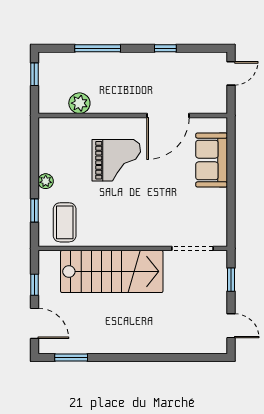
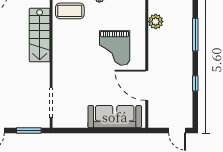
sofa: (212, 160) -> (115, 117), width x1.36
stairs: (112, 271) -> (40, 35), width x0.73, depth x0.66
window: (231, 280) -> (29, 131), width x1.50

